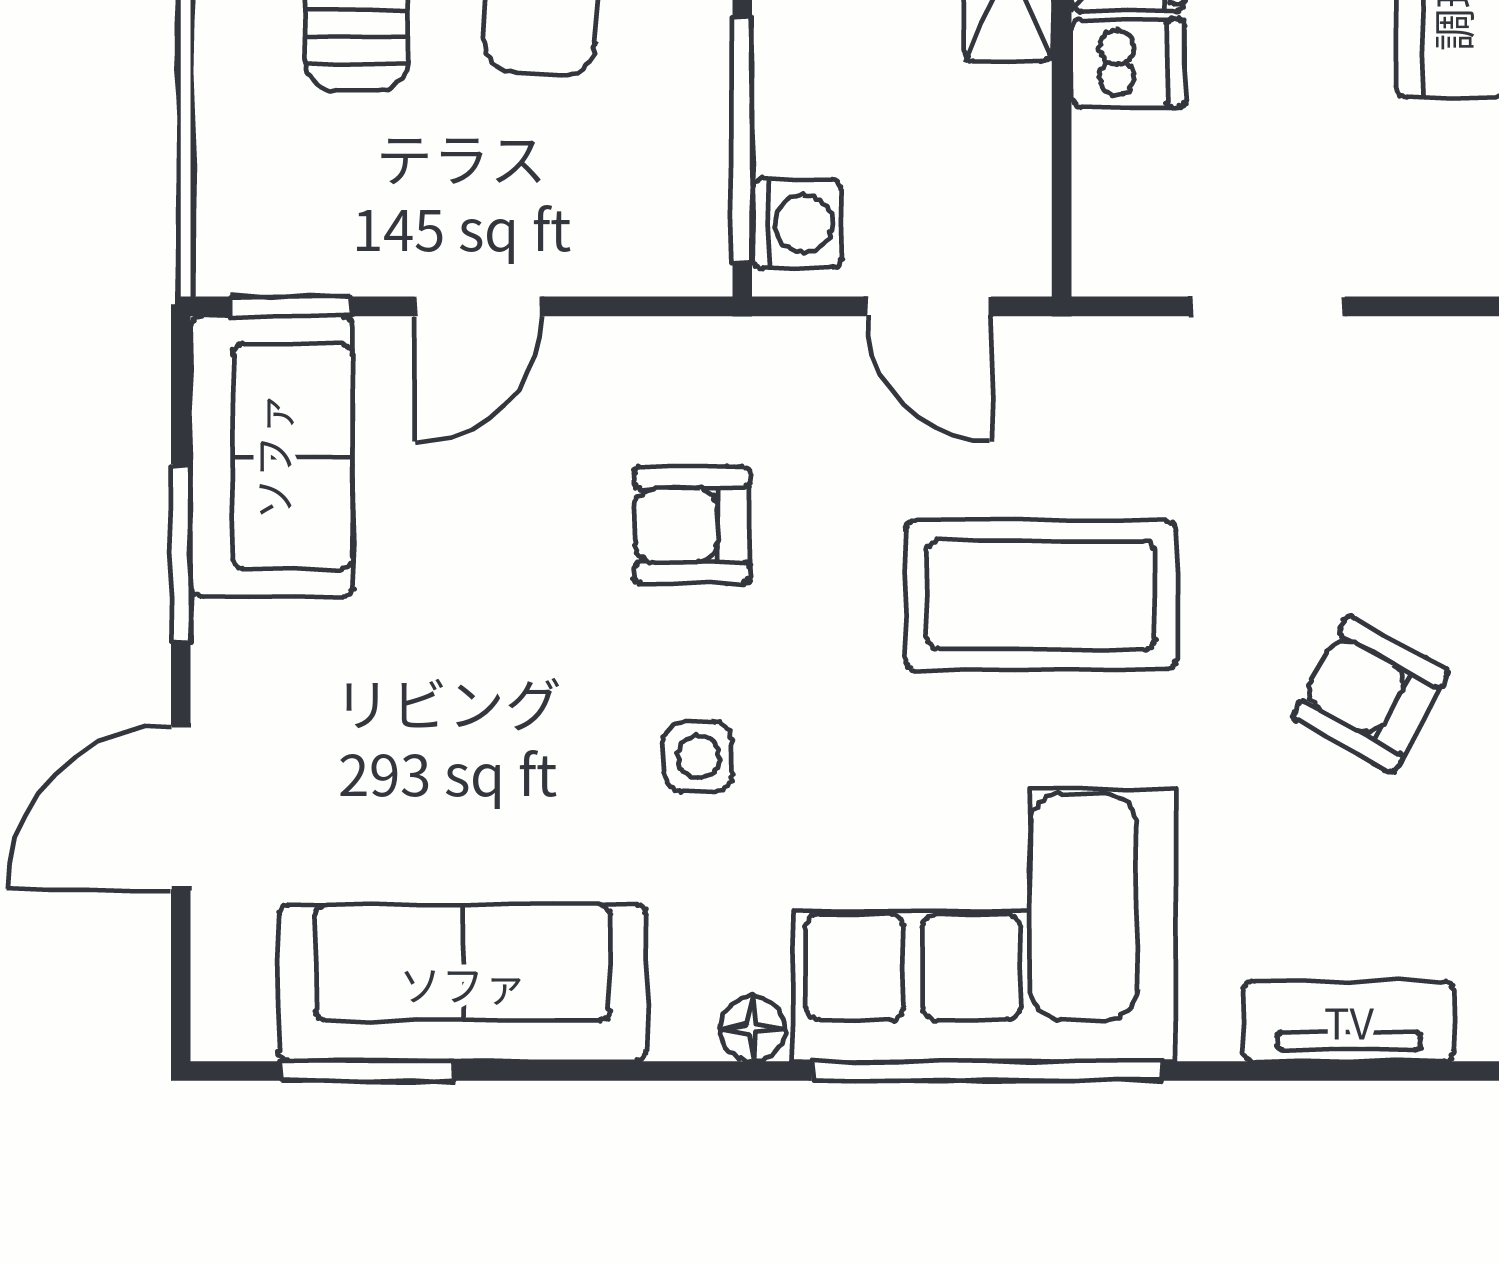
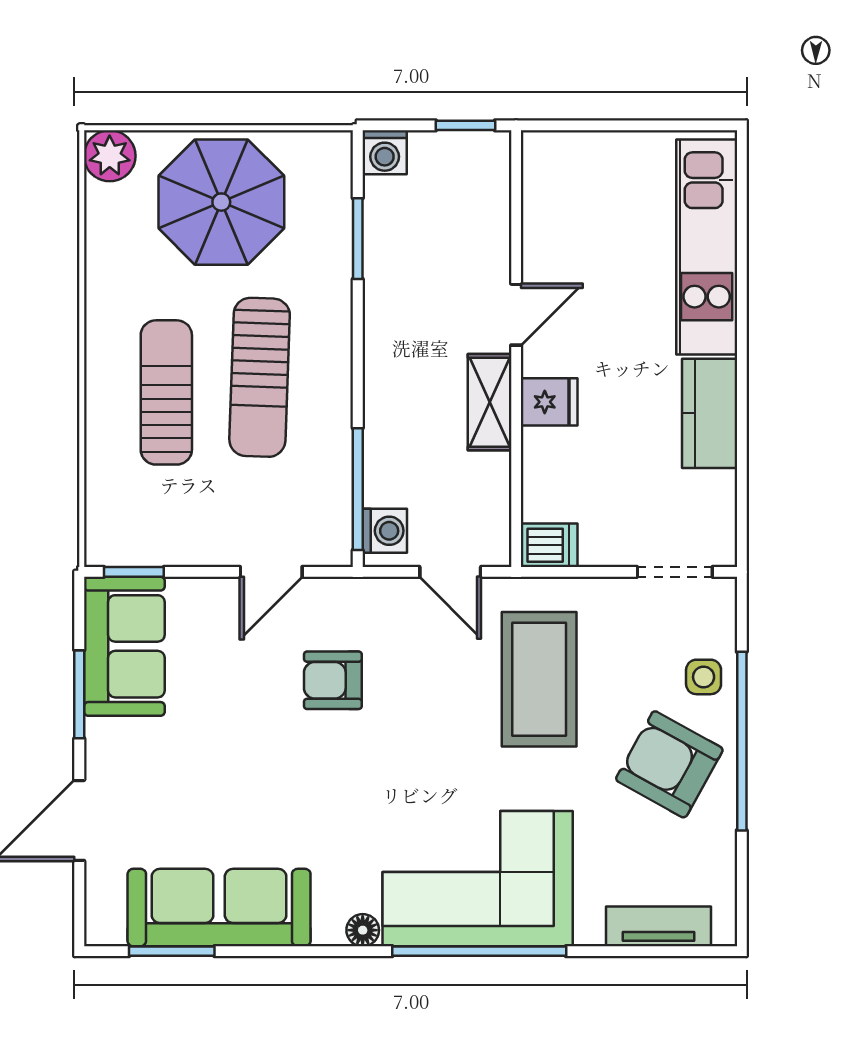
dishwasher: (1128, 63) -> (549, 545), moved
door: (478, 306) -> (271, 572), moved
doorway: (1268, 306) -> (675, 572), moved
coffee table: (1041, 595) -> (539, 679), moved, turned 90
armchair: (1370, 694) -> (669, 764), width x1.38, depth x1.38
side table: (698, 757) -> (704, 677), moved

